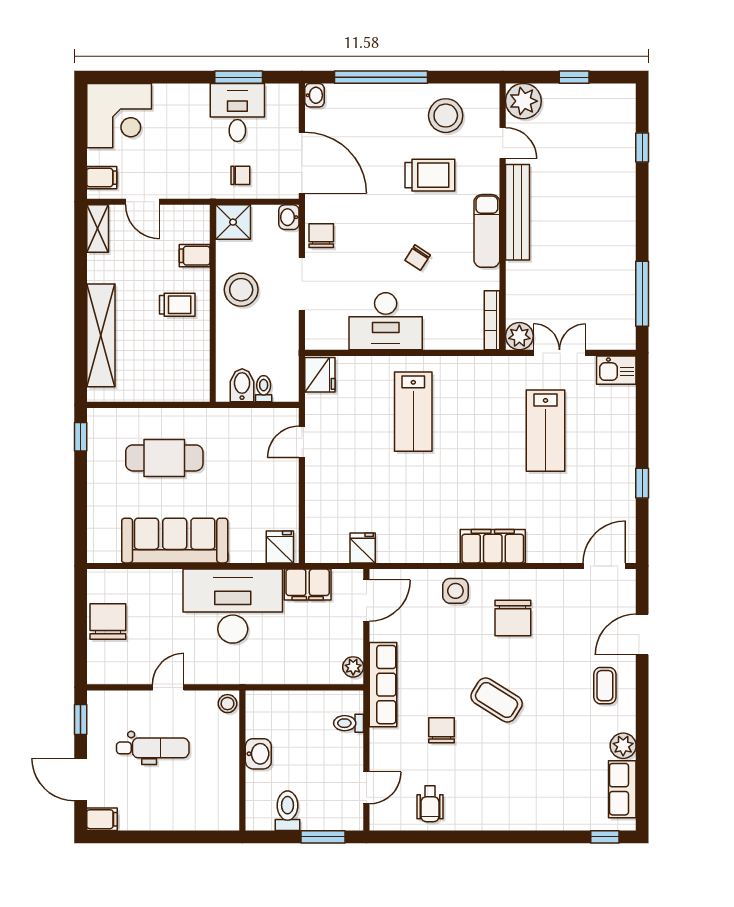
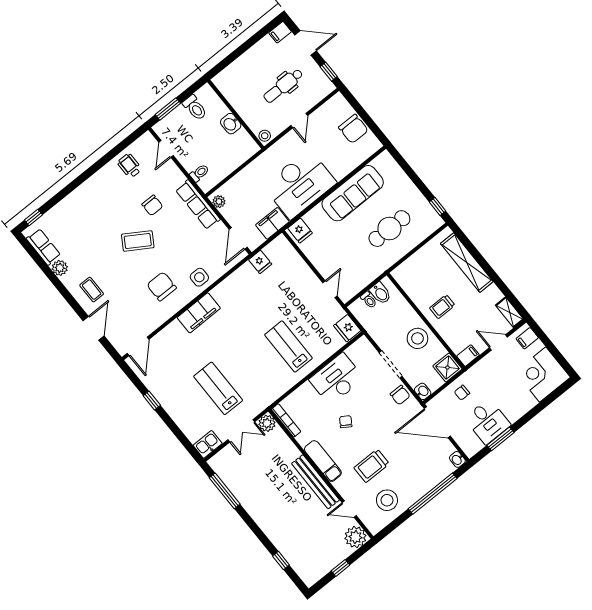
filing cabinet: (195, 256) -> (468, 356), moved

